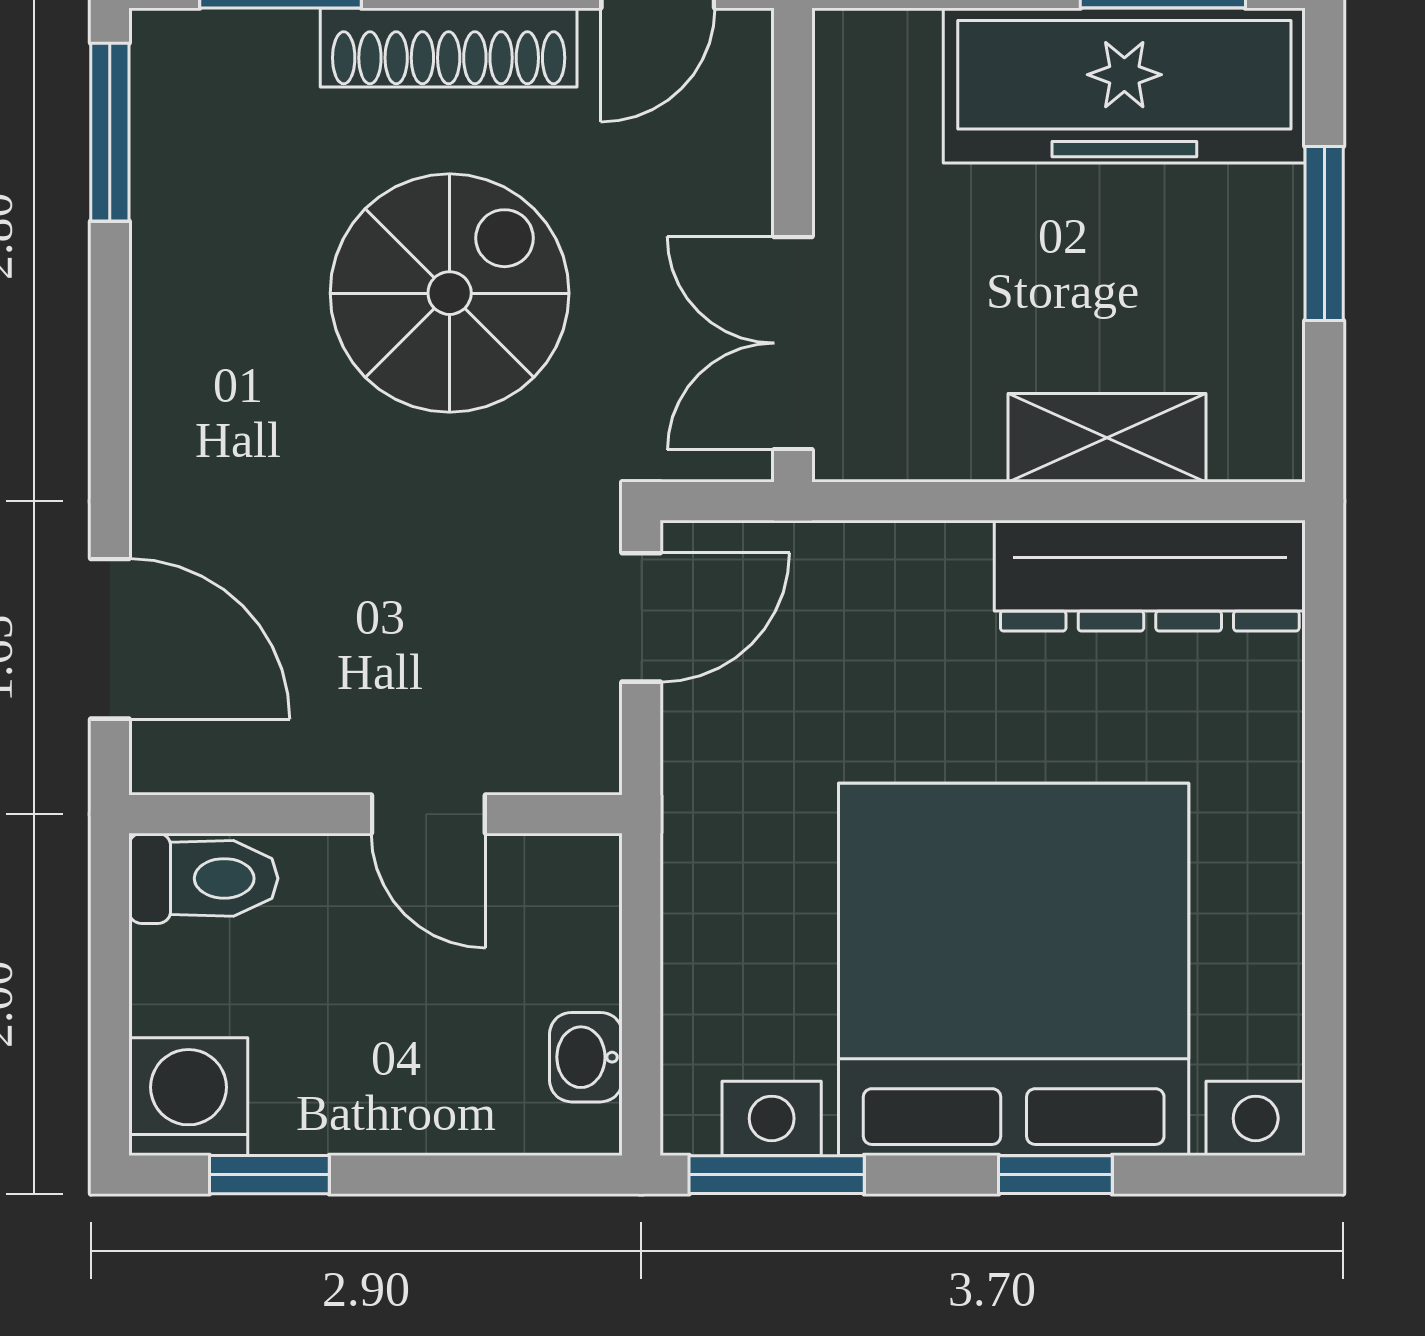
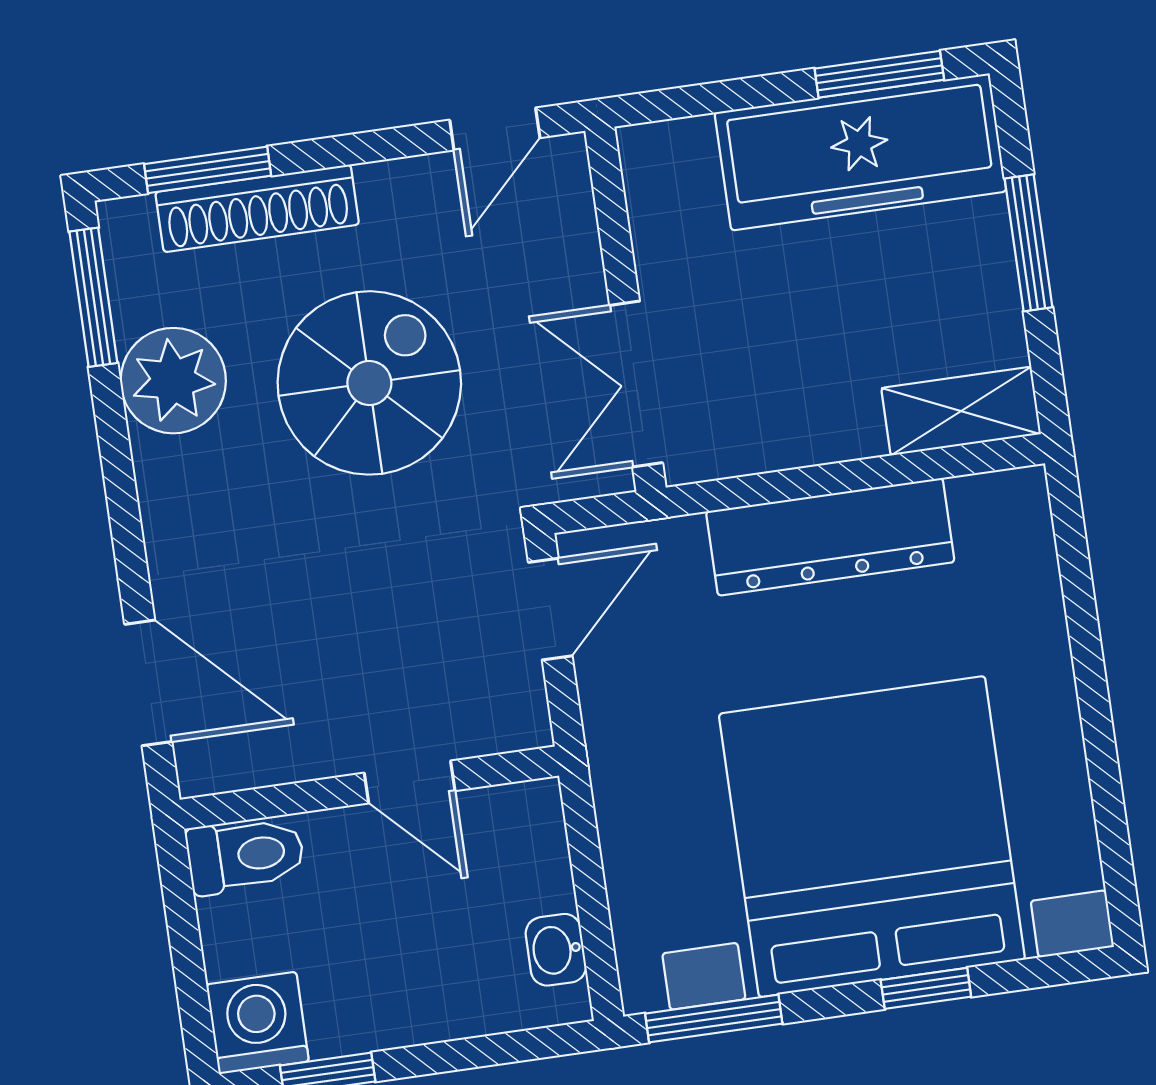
shoe rack: (449, 48) -> (257, 208), moved
plant: (198, 254) -> (173, 381), added
shelving: (1107, 438) -> (961, 411), moved
dresser: (1150, 576) -> (830, 537), moved

